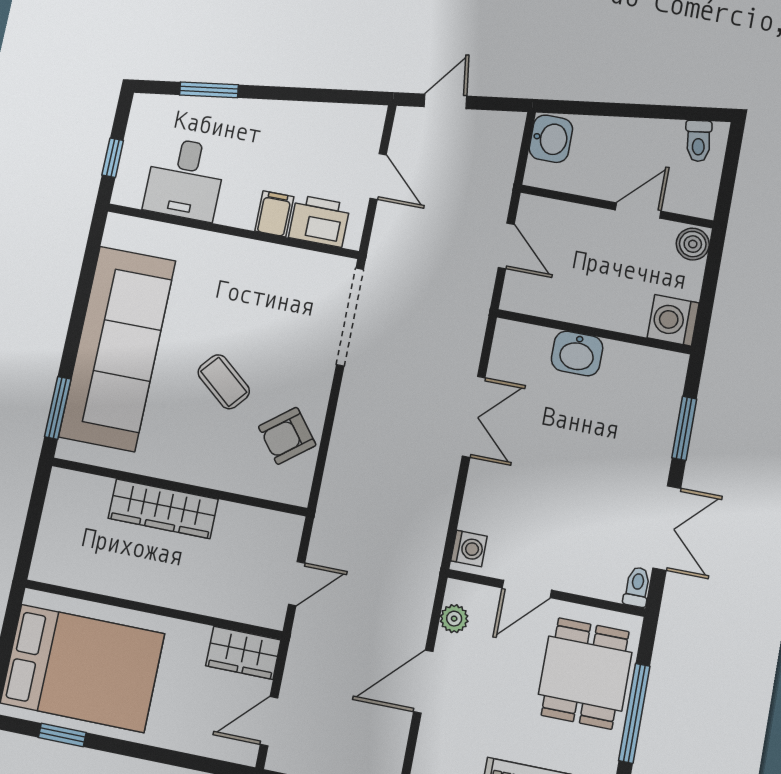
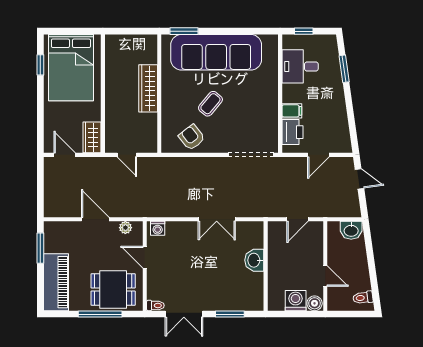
washing machine: (673, 320) -> (296, 301), moved

